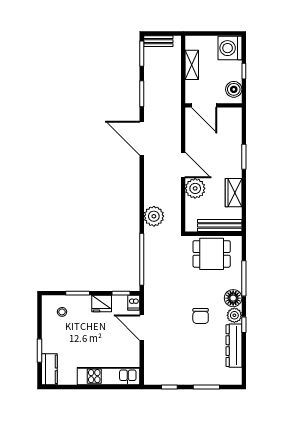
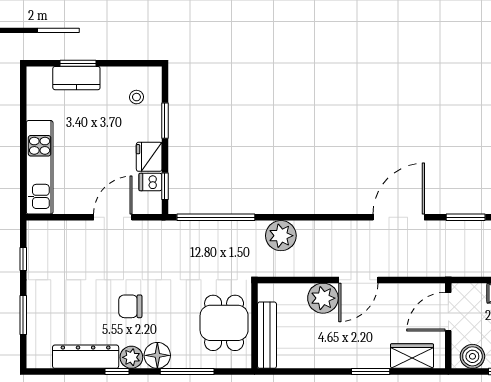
wardrobe: (234, 193) -> (412, 356), moved
dishwasher: (134, 303) -> (150, 182), moved
kitchen counter: (49, 369) -> (76, 78), moved

